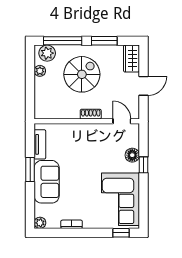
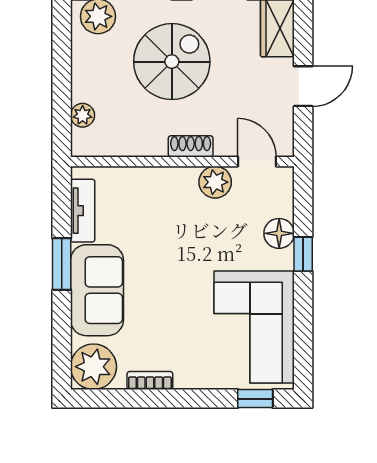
plant: (40, 71) -> (83, 115), moved
plant: (102, 131) -> (215, 182), added
plant: (40, 223) -> (93, 367), width x1.88, depth x1.88

